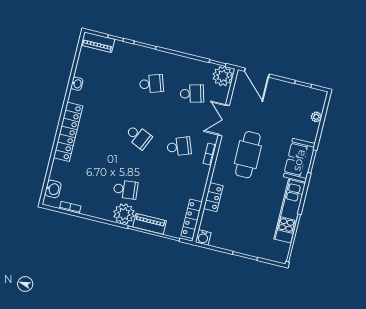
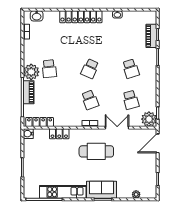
piano: (98, 42) -> (151, 36), moved

